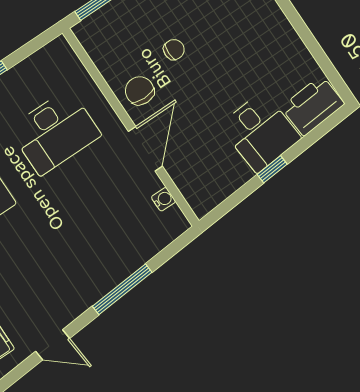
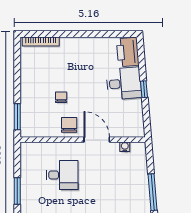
chair: (140, 91) -> (69, 125), turned 90
desk: (55, 132) -> (62, 175), width x0.73

